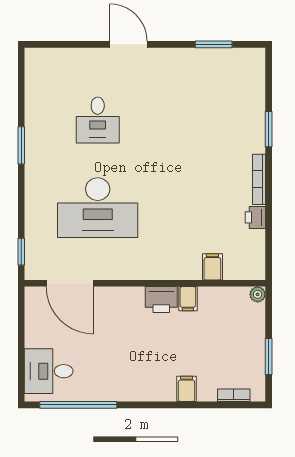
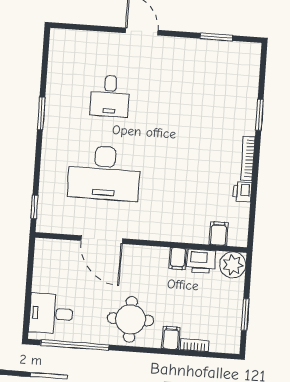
filing cabinet: (212, 267) -> (219, 234), moved
door: (70, 283) -> (102, 240), moved
plant: (258, 294) -> (233, 265), width x1.88, depth x1.88
printer: (161, 300) -> (201, 261), moved
round table: (139, 371) -> (130, 319), added
bookcase: (234, 395) -> (194, 345), moved

